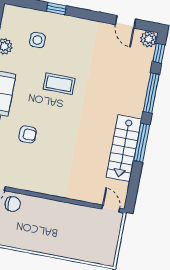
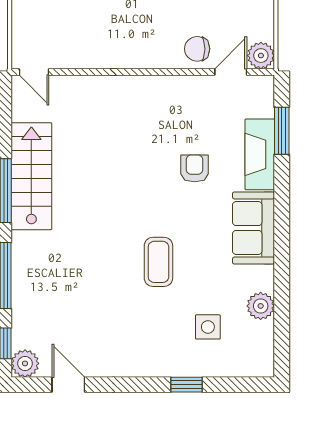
coffee table: (59, 84) -> (158, 262), turned 90
armchair: (28, 134) -> (195, 168), turned 90

